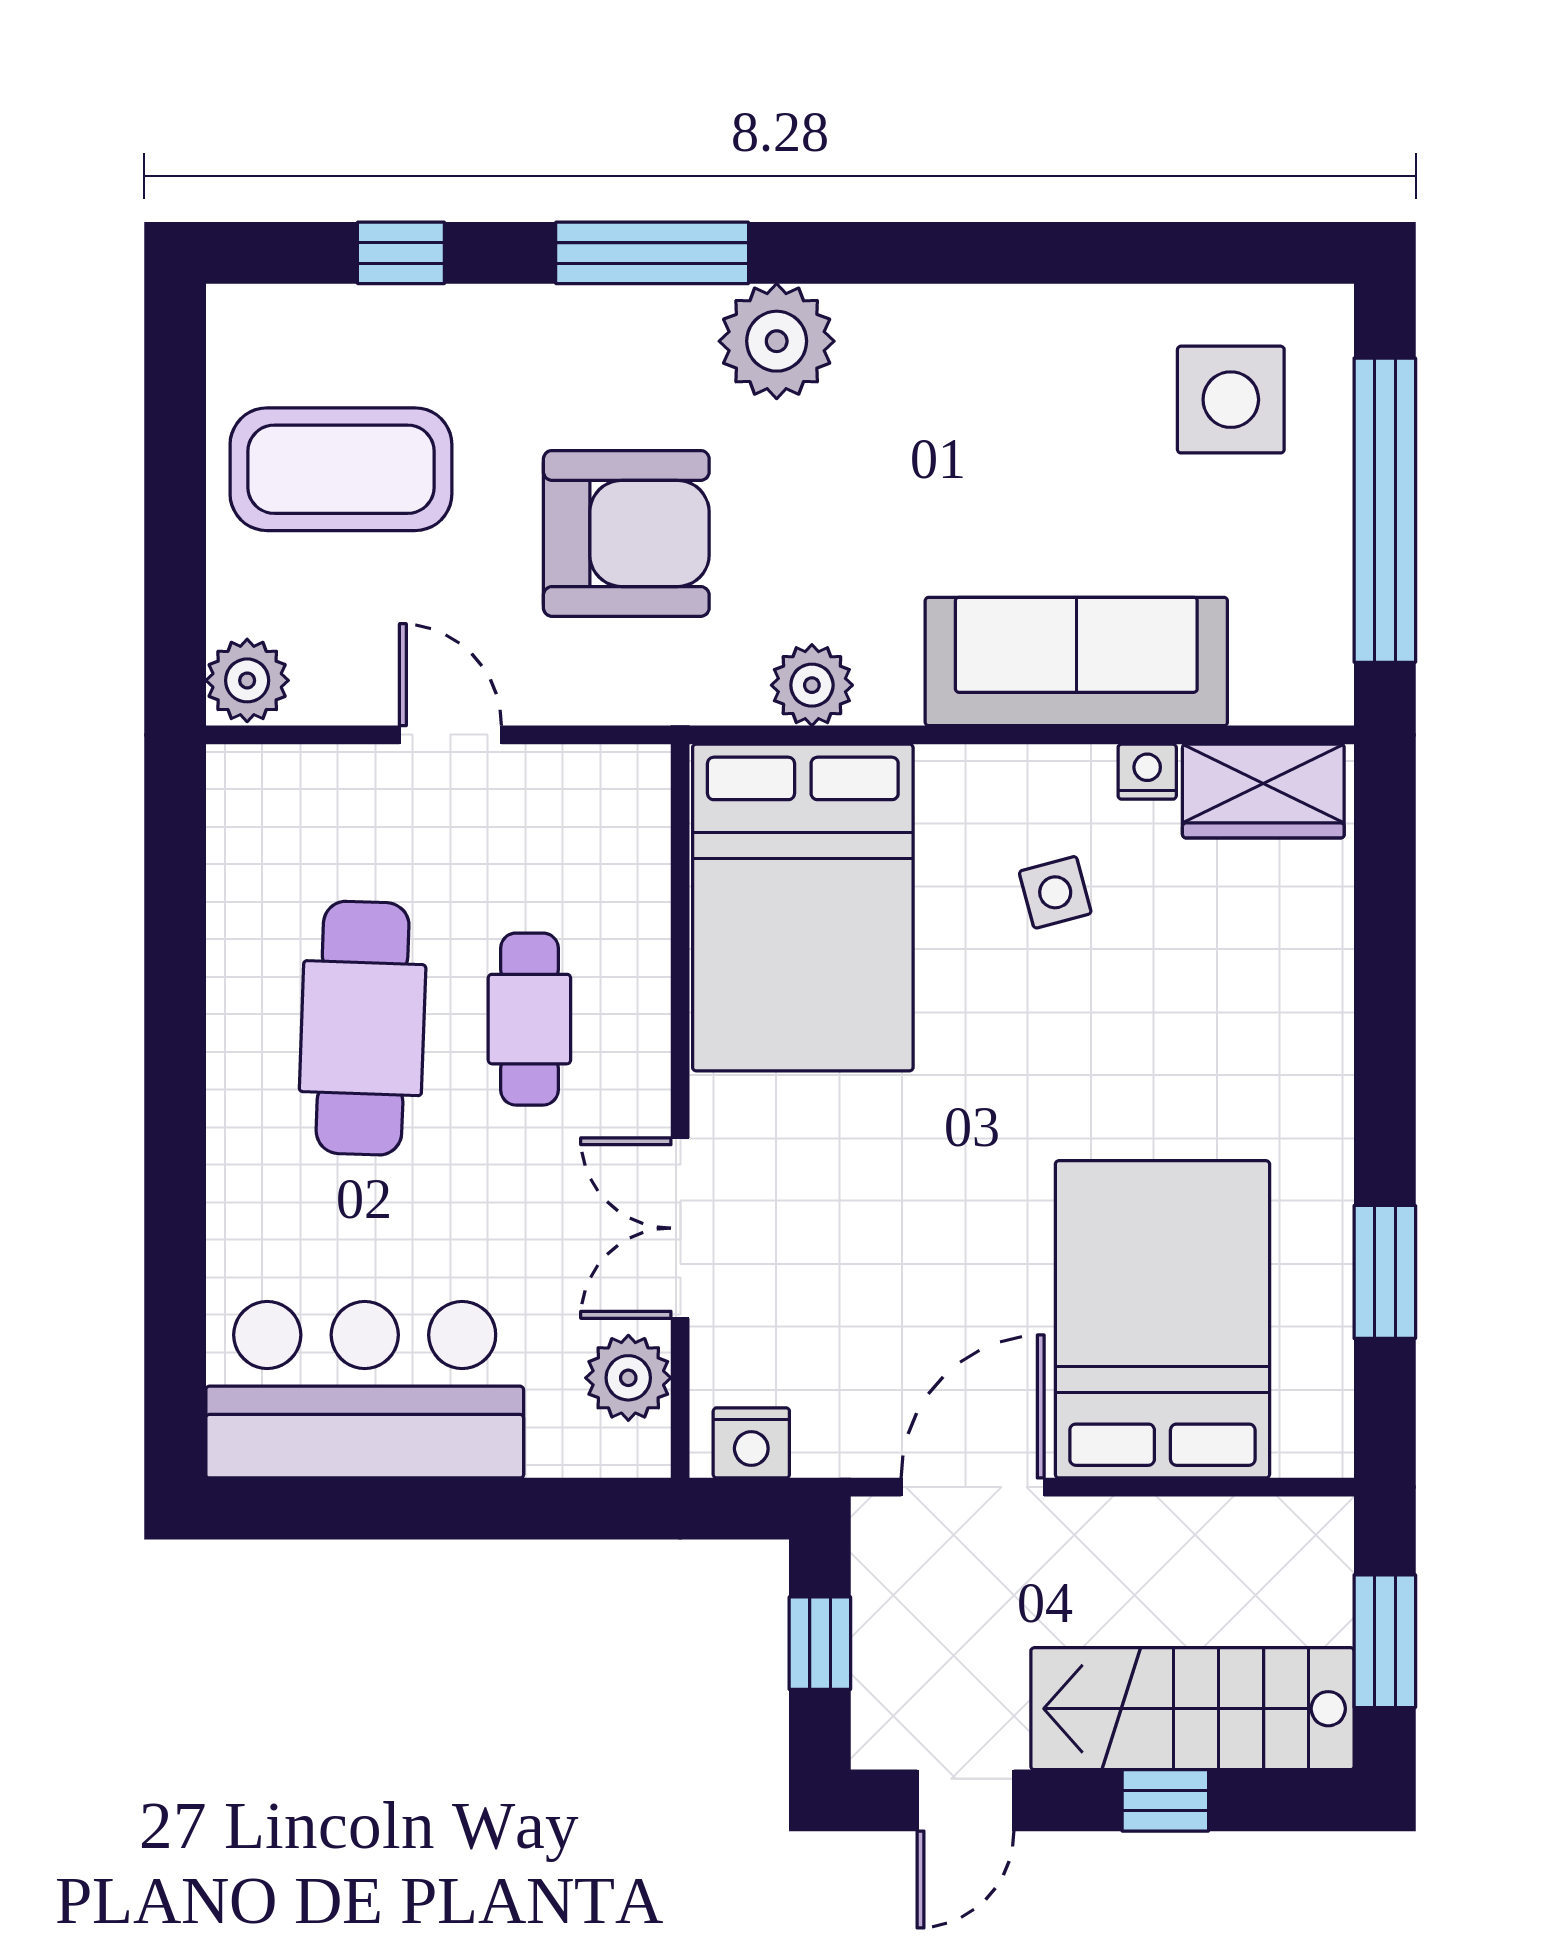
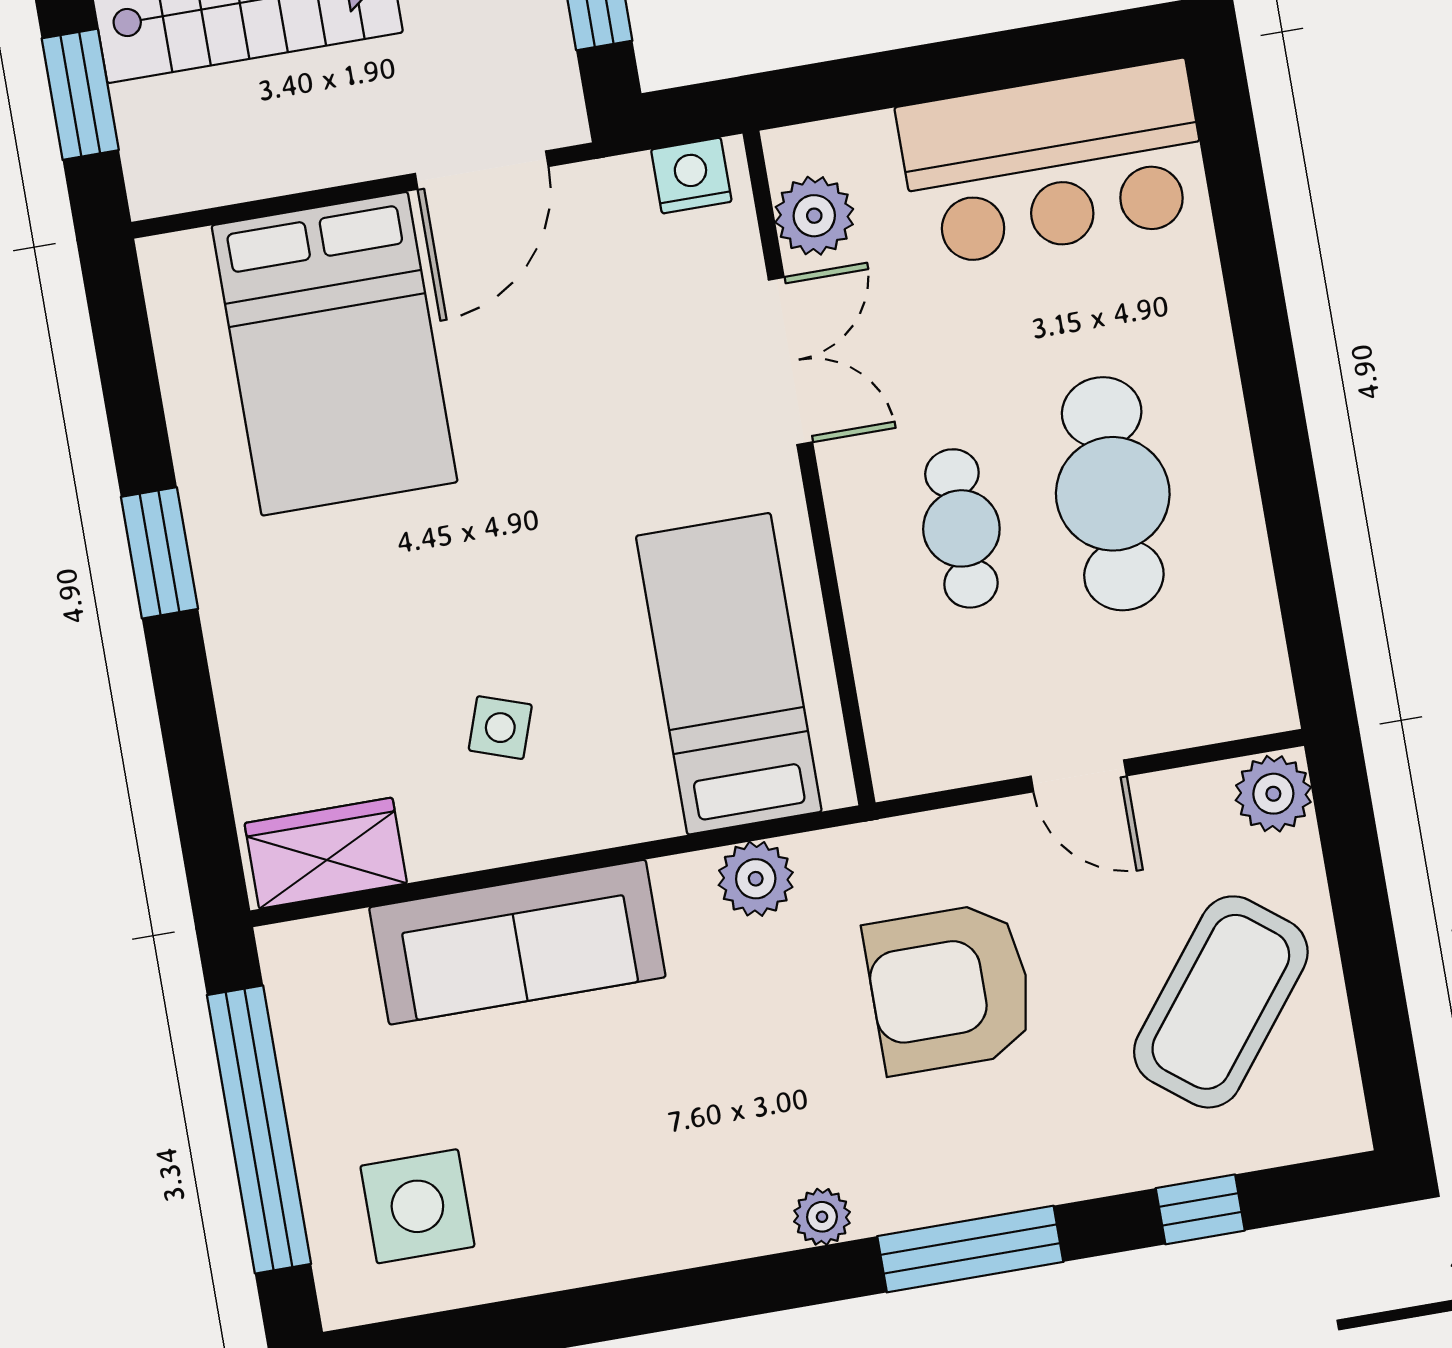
plant: (777, 341) -> (822, 1217), width x0.53, depth x0.53
coffee table: (341, 469) -> (1221, 1002), turned -52
nightstand: (1147, 772) -> (435, 853), removed
side table: (1055, 892) -> (500, 728), turned 34
bed: (803, 908) -> (729, 674), width x0.67
window: (1385, 1272) -> (159, 553), moved

